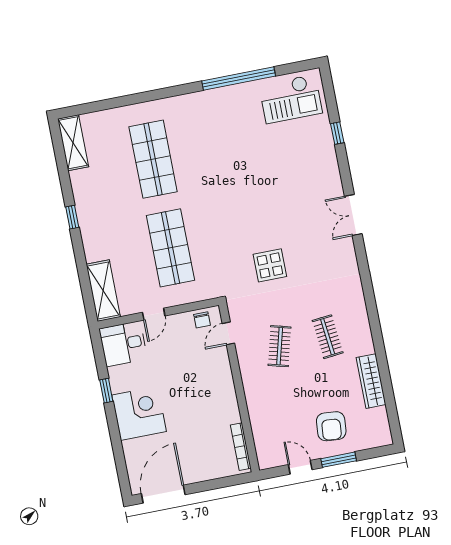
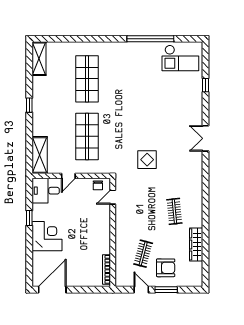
clothes rail: (280, 346) -> (143, 254), moved
armchair: (331, 426) -> (166, 268), turned -95

